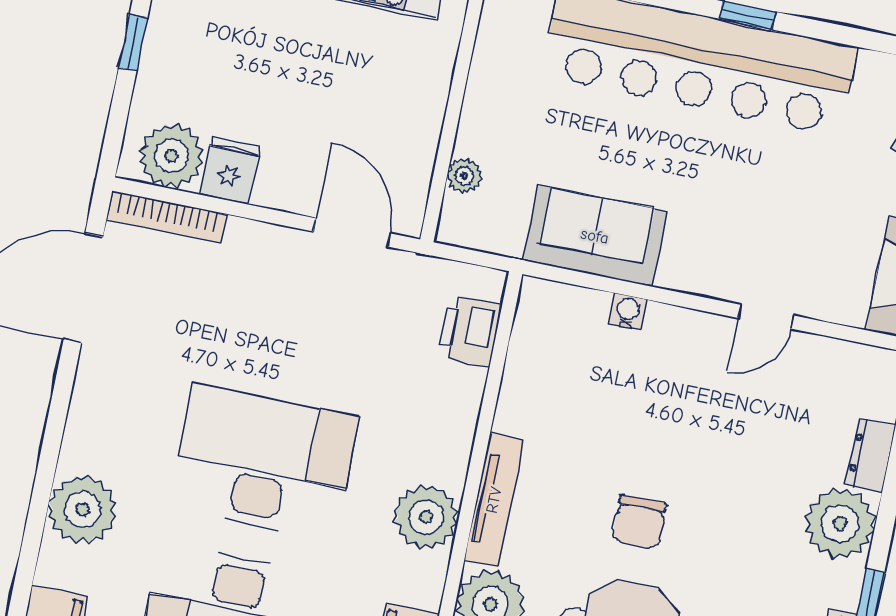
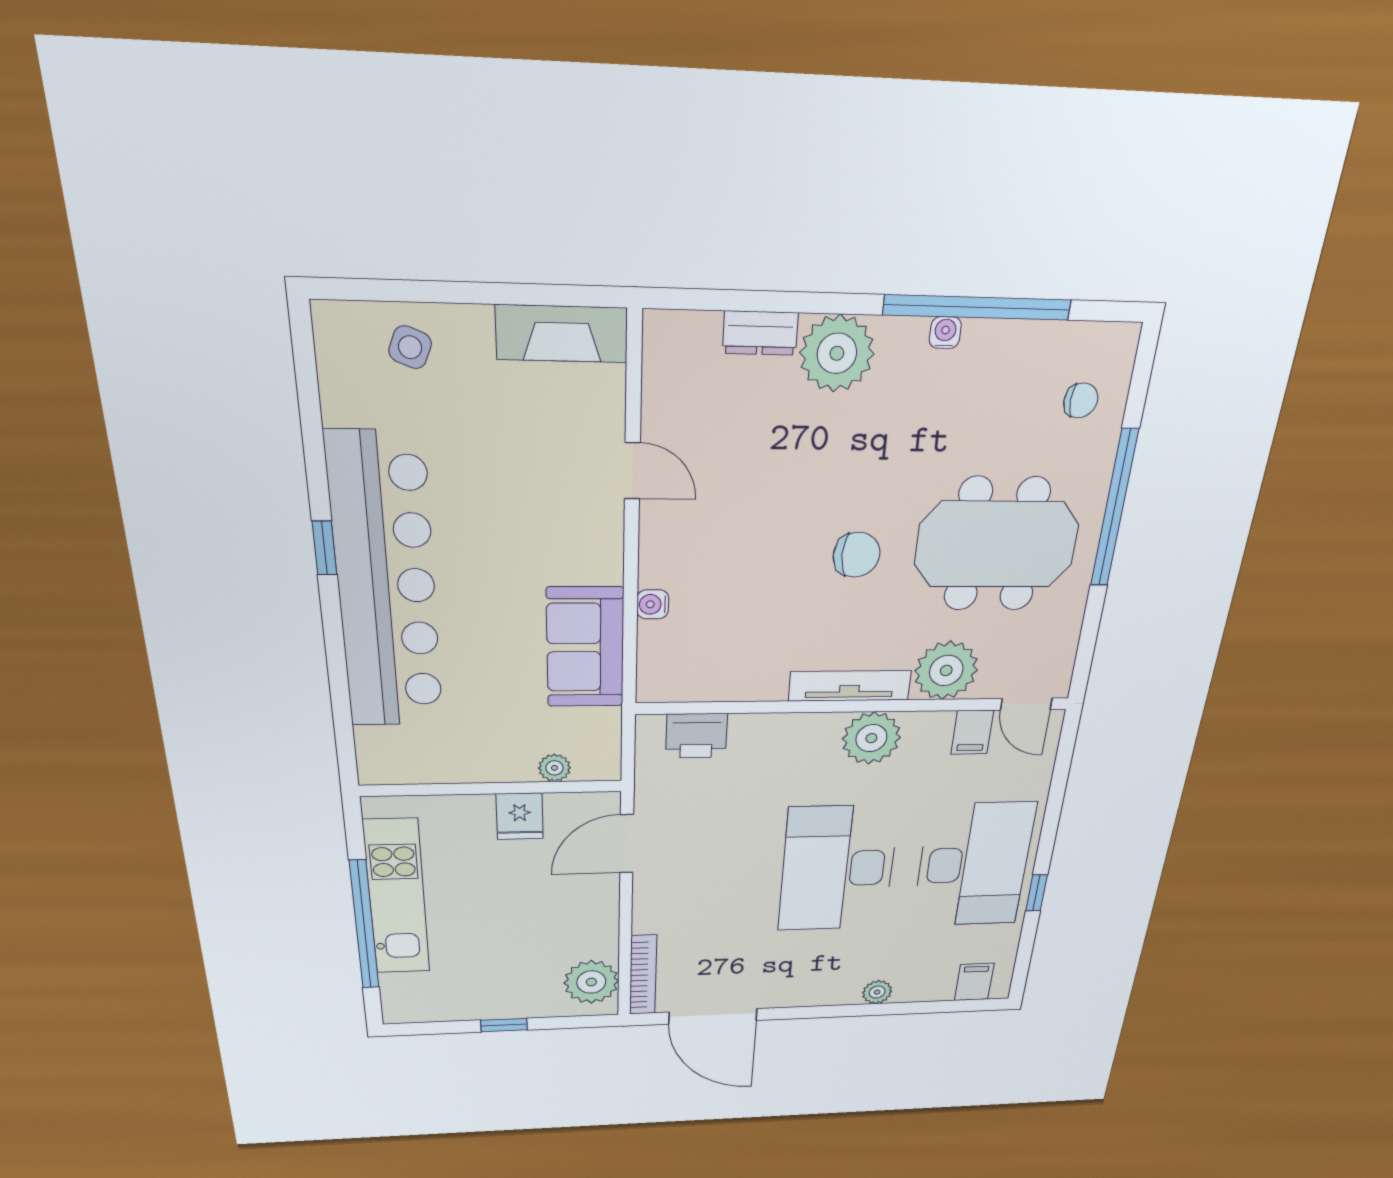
fridge: (230, 171) -> (520, 816), moved, turned -90
plant: (83, 510) -> (877, 992), width x0.53, depth x0.53

